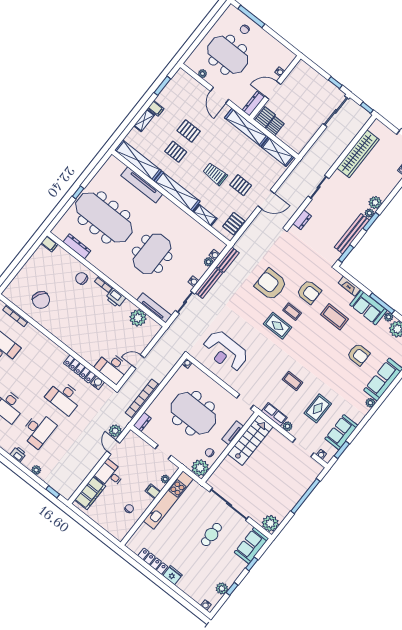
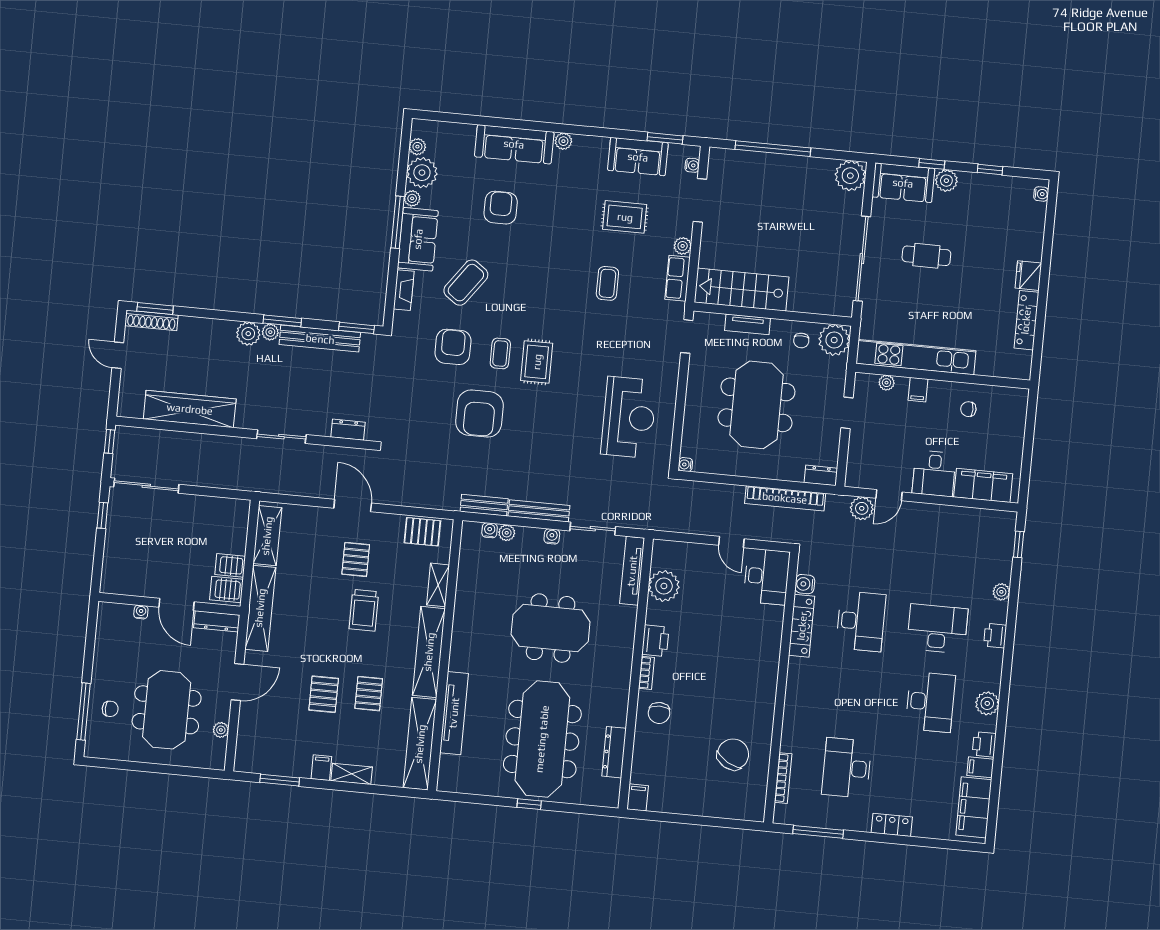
coffee table: (334, 317) -> (466, 283), turned 36
plant: (222, 588) -> (946, 181), moved

